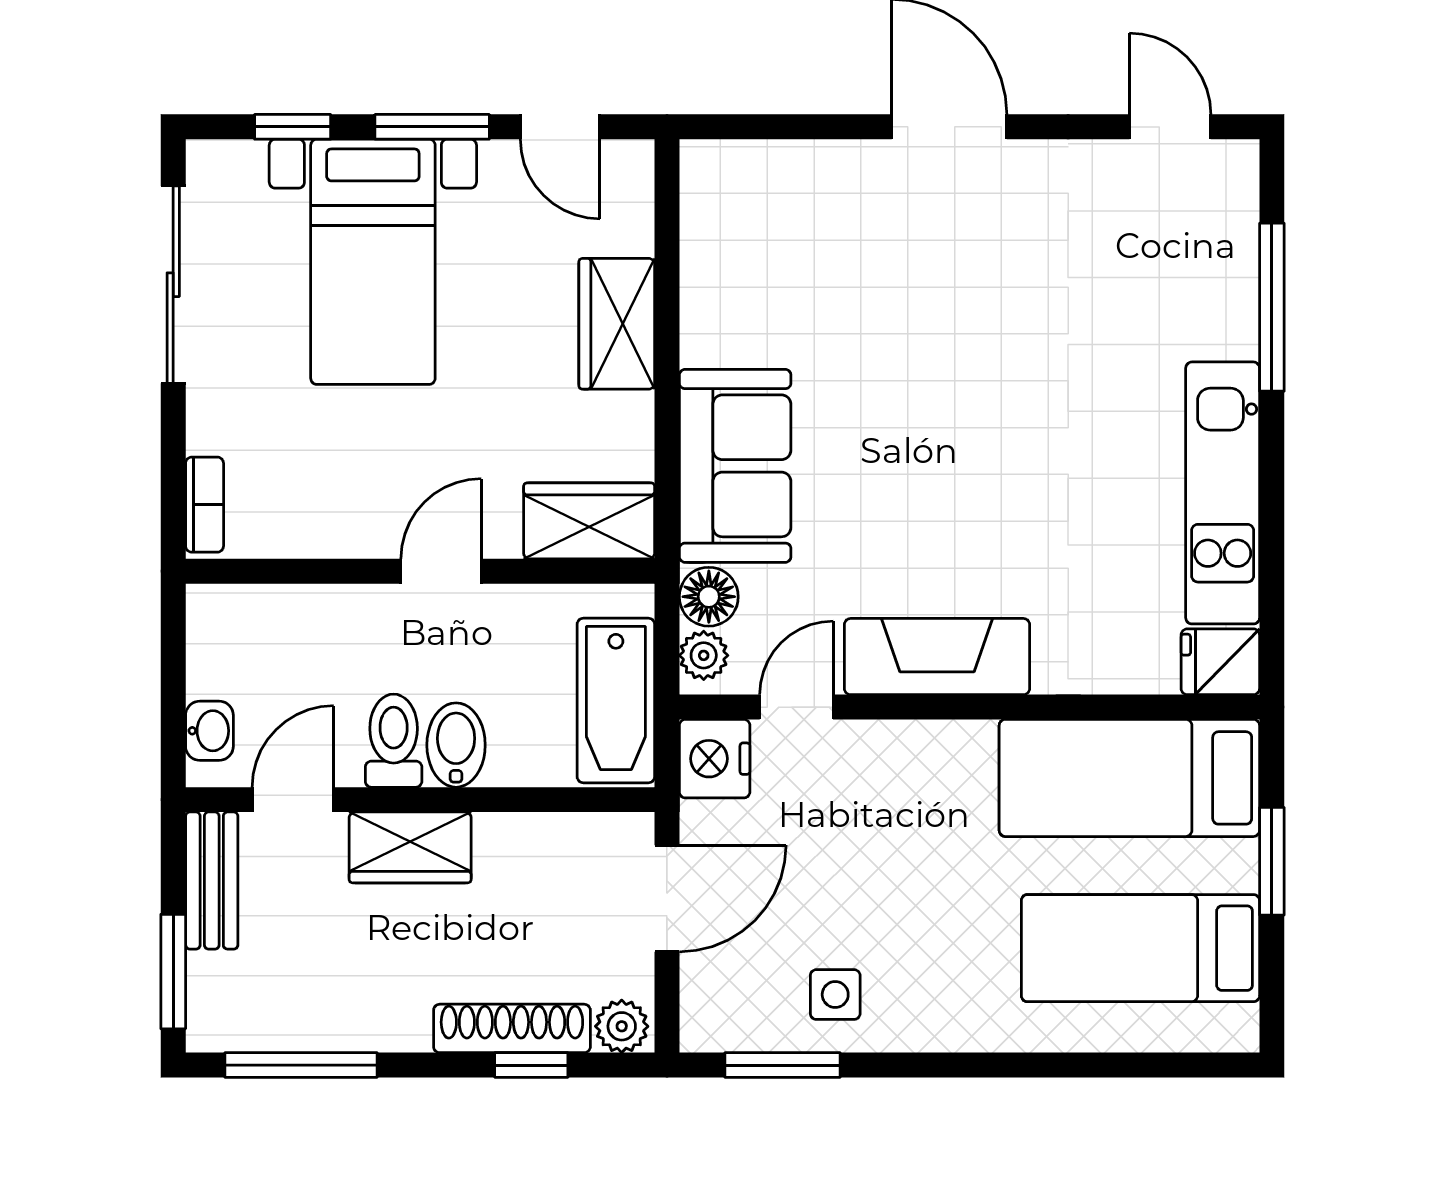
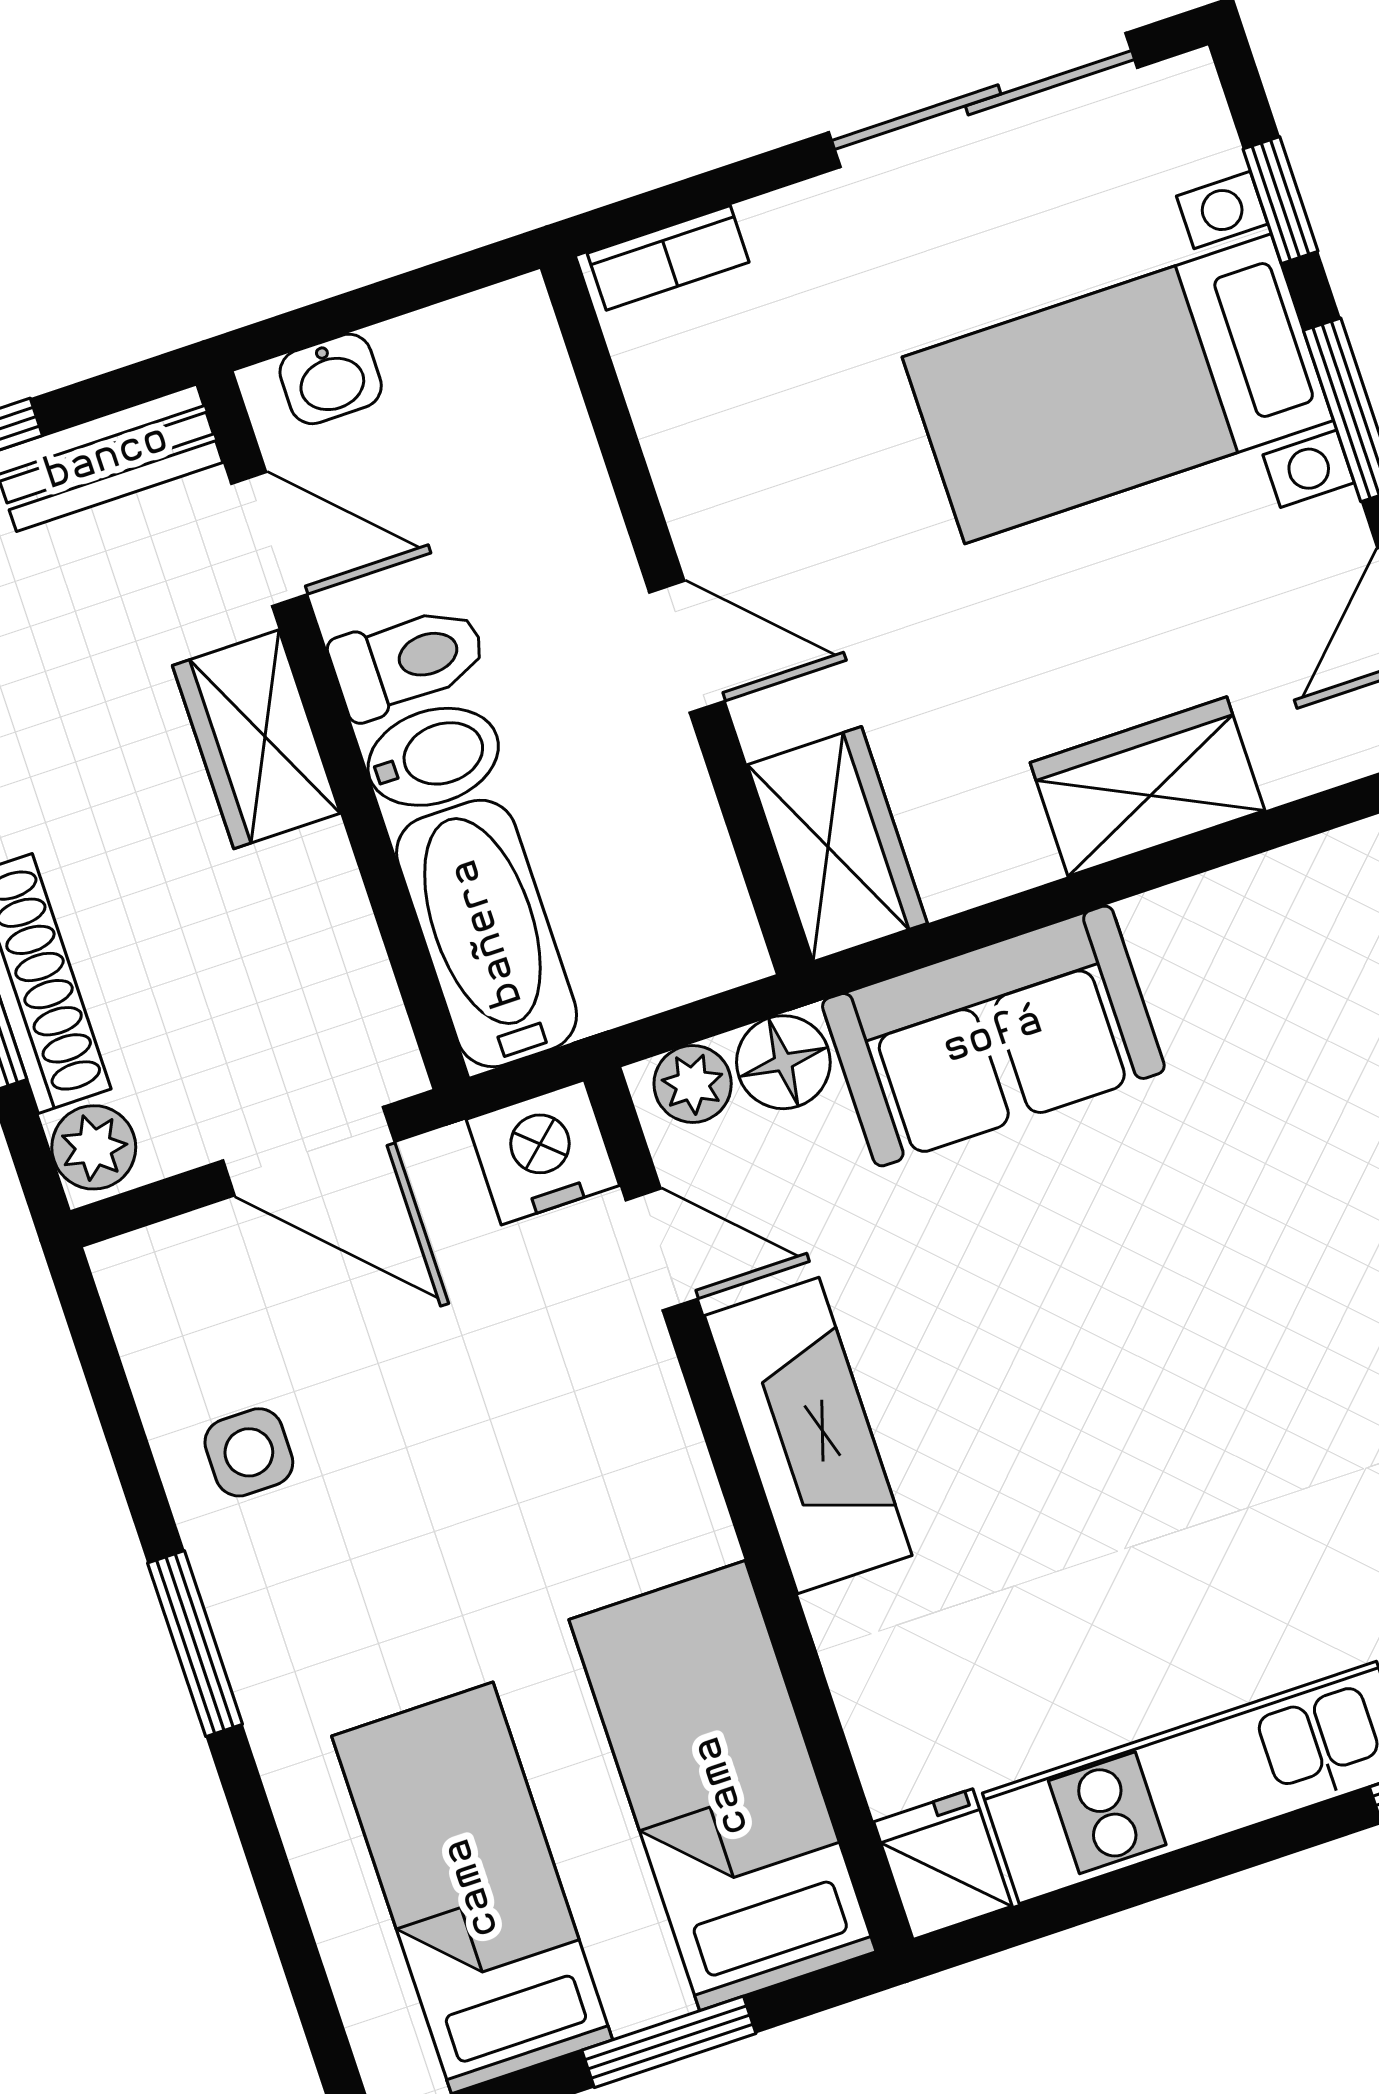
bathtub: (616, 701) -> (487, 933), moved, turned 90
window: (783, 1065) -> (195, 1644), moved

